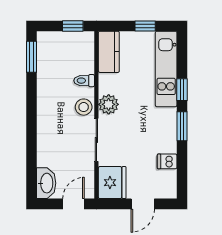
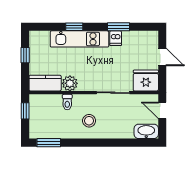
kitchen unit: (166, 69) -> (80, 39), moved
plant: (109, 104) -> (70, 83), moved
stool: (84, 107) -> (89, 121), moved
window: (182, 126) -> (119, 27), moved
dishwasher: (167, 161) -> (116, 38), moved

